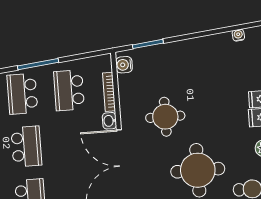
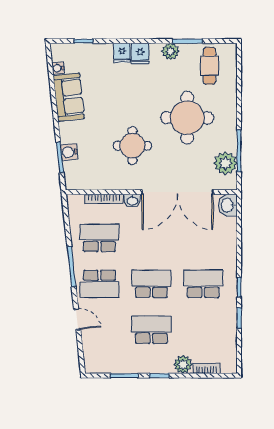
sofa: (210, 48) -> (69, 97), added
water cooler: (124, 65) -> (69, 152), moved, turned 84
school desk: (69, 90) -> (99, 238), turned 180

